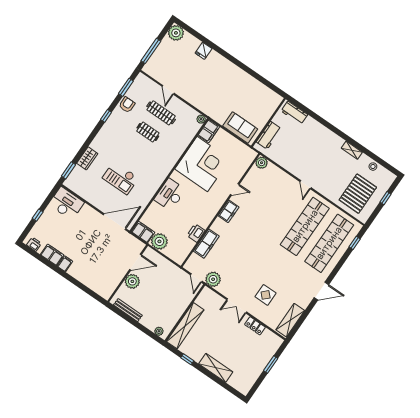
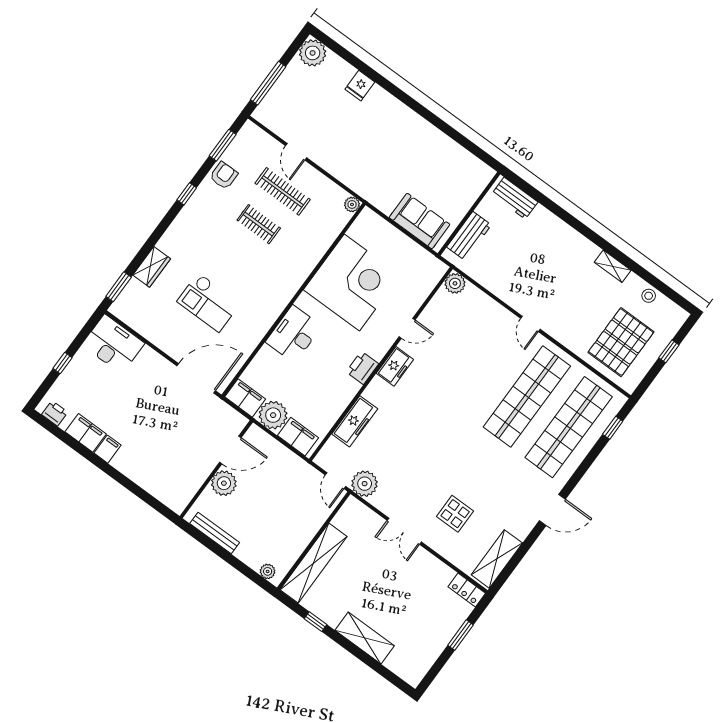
filing cabinet: (209, 131) -> (298, 437), moved, turned -90
printer: (196, 233) -> (362, 368), moved
locker: (255, 326) -> (467, 590), moved

